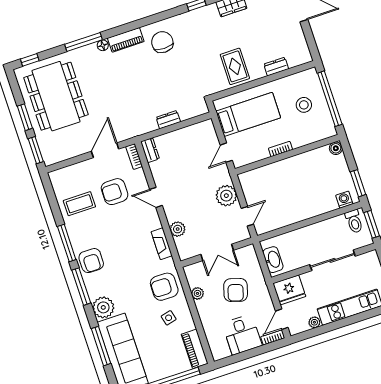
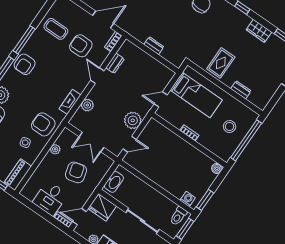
dresser: (150, 150) -> (115, 63), moved
armchair: (236, 290) -> (76, 172), turned 148

